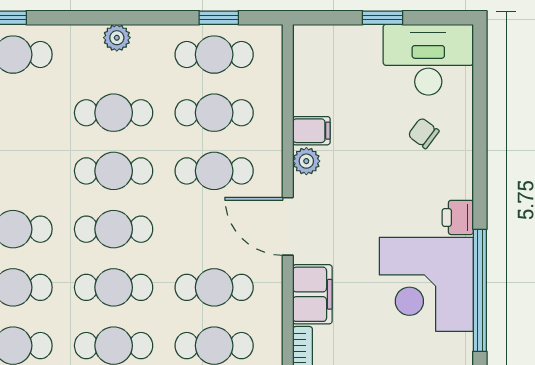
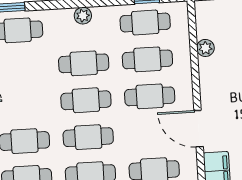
filing cabinet: (311, 131) -> (210, 67), removed
plant: (306, 161) -> (205, 48), moved

